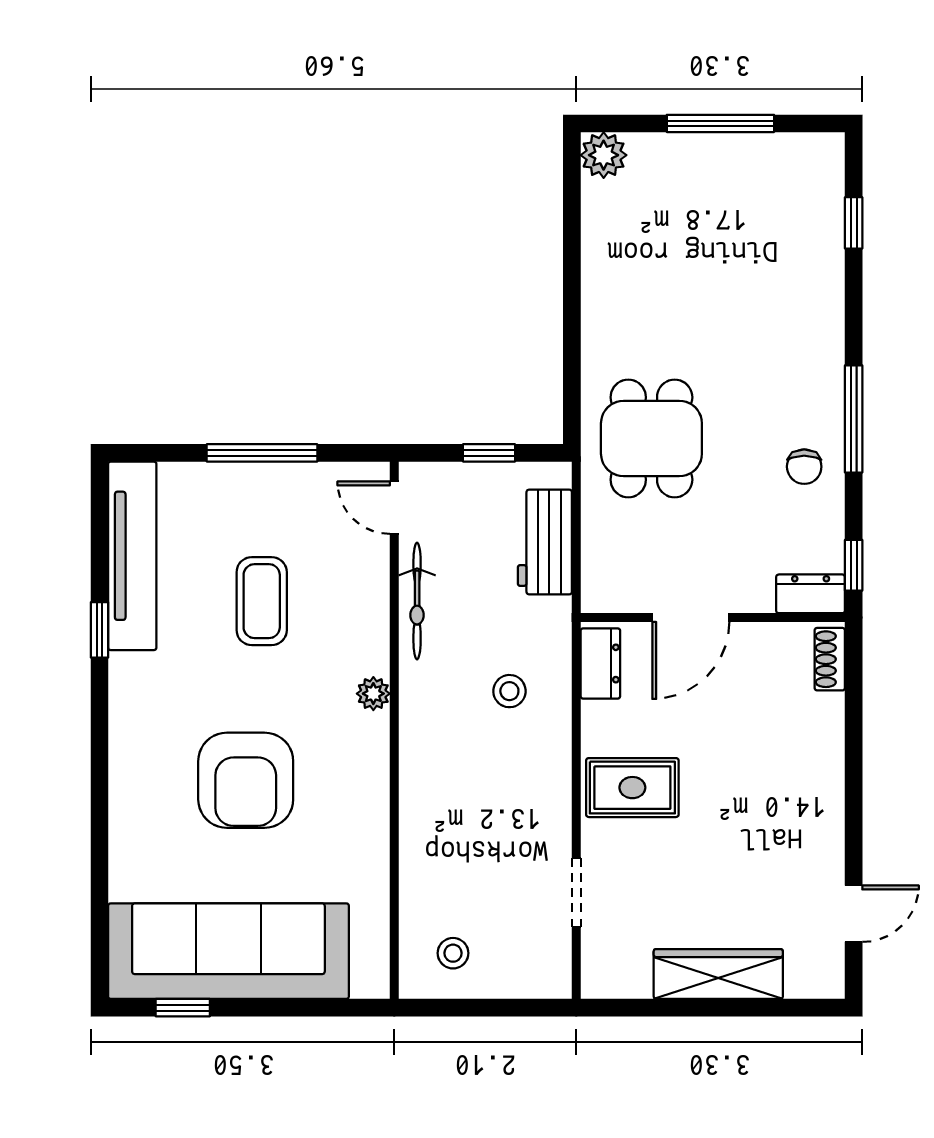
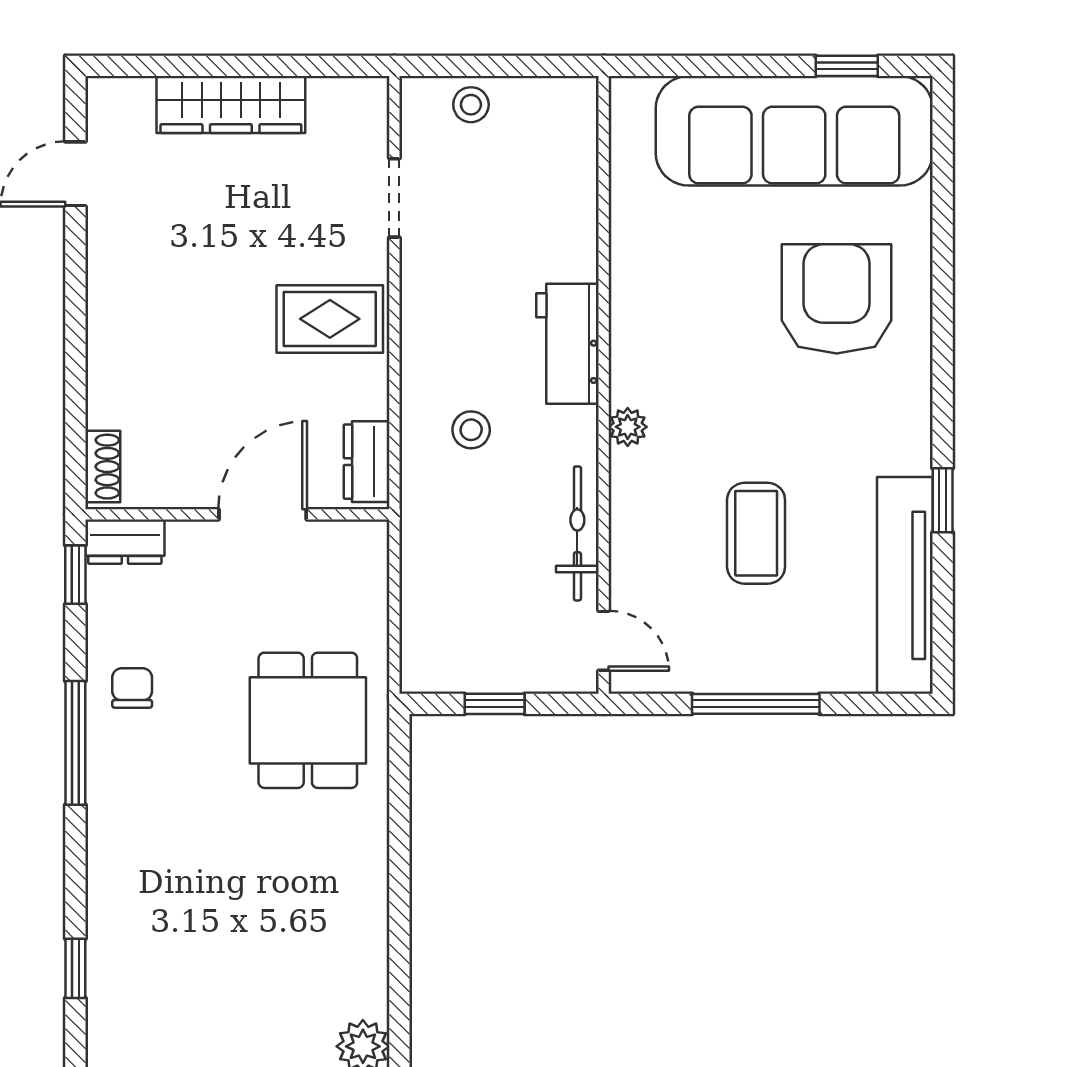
workbench: (545, 542) -> (568, 344), moved, turned 180
armchair: (246, 780) -> (837, 299), moved
stool: (453, 953) -> (471, 105), moved

